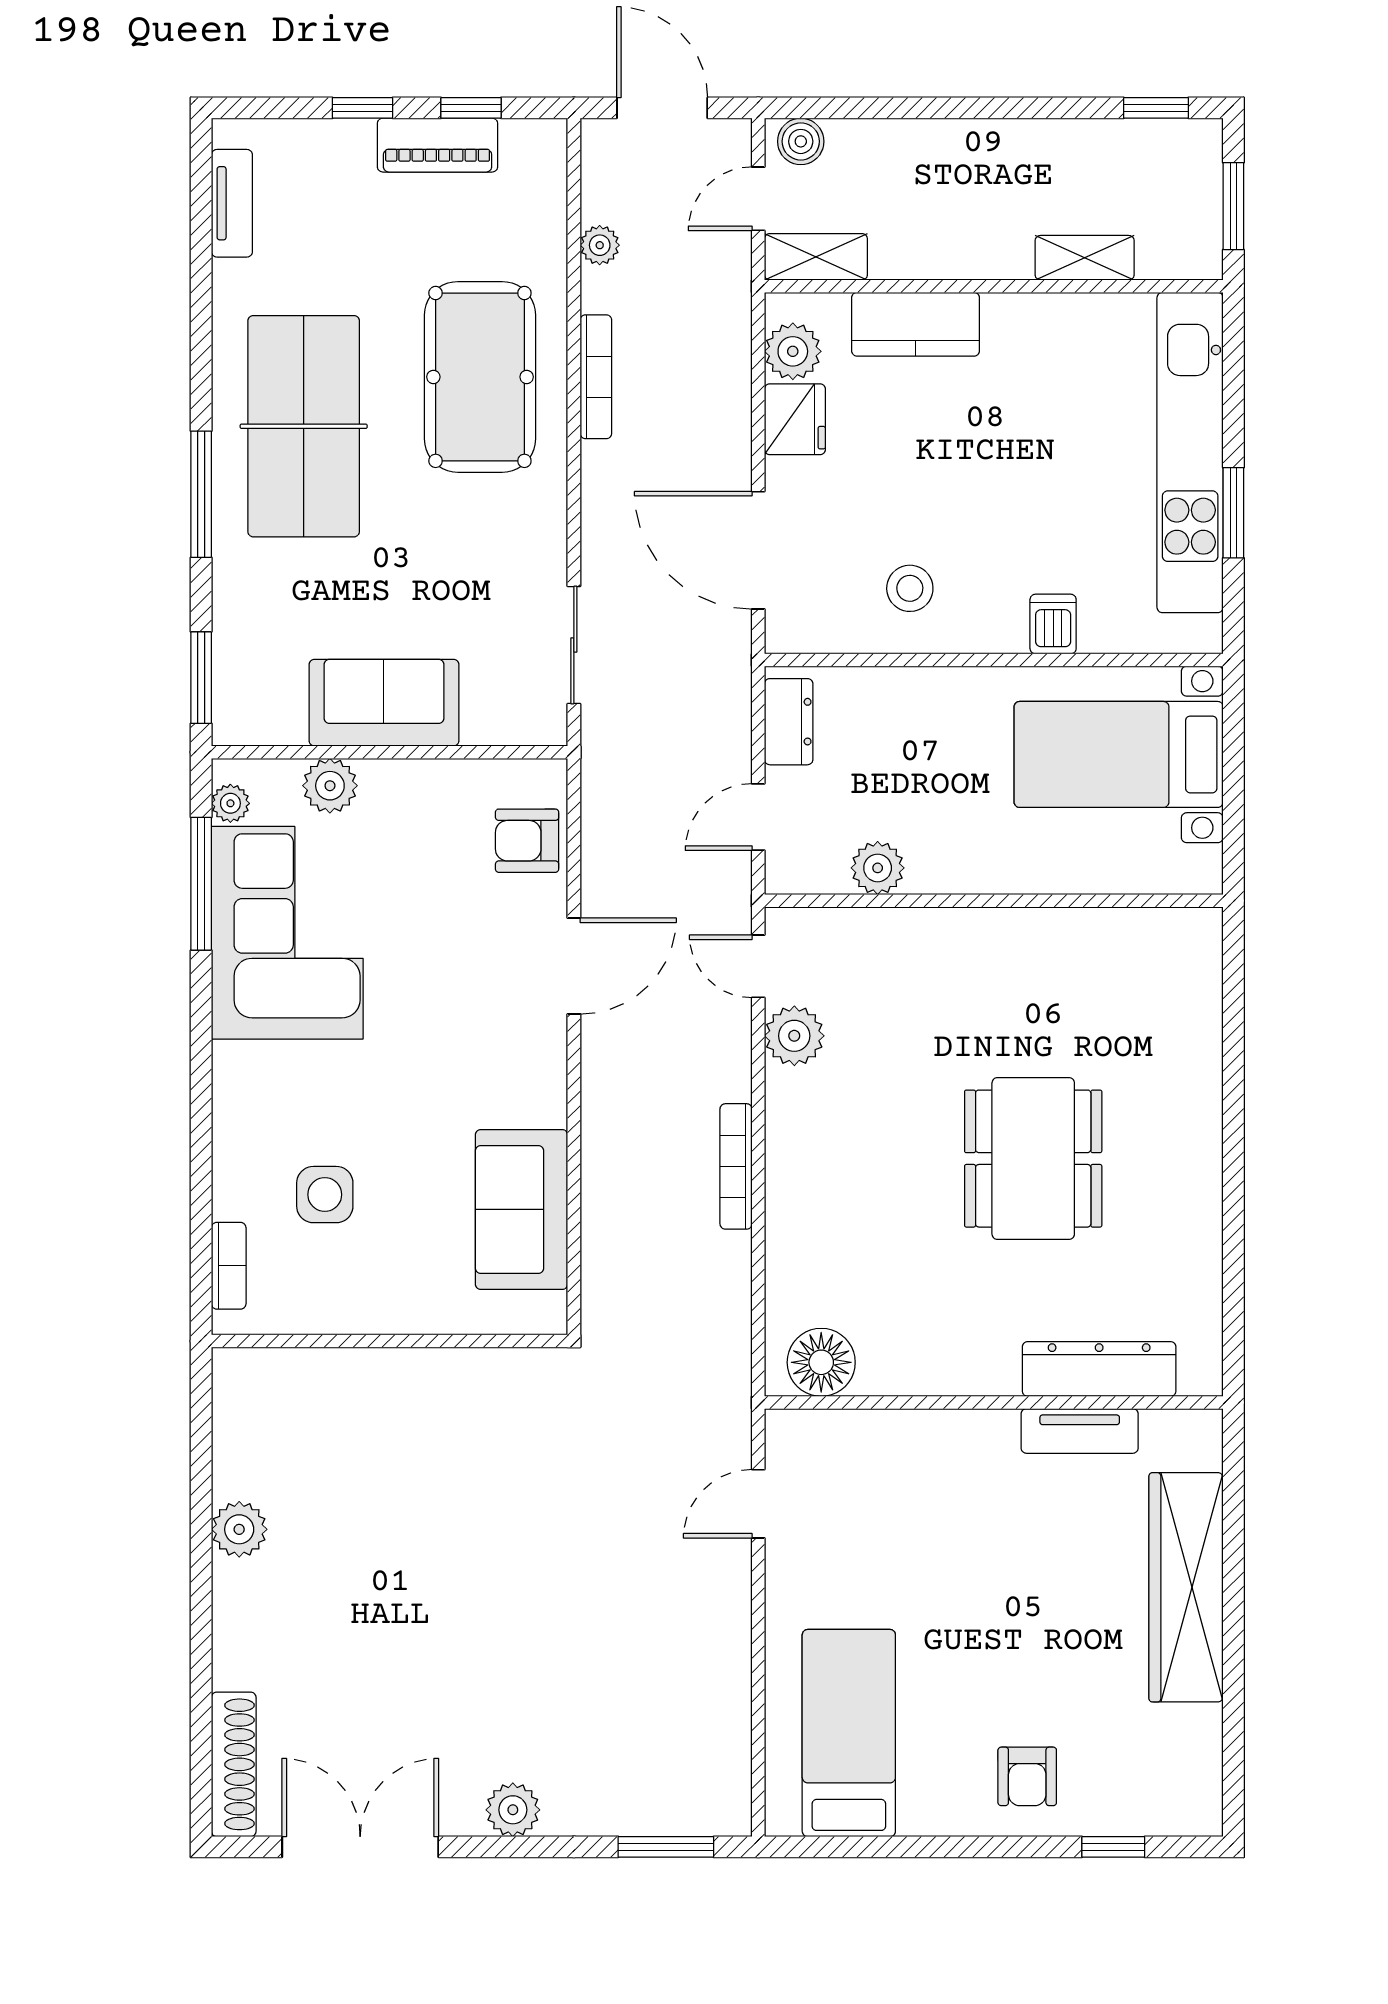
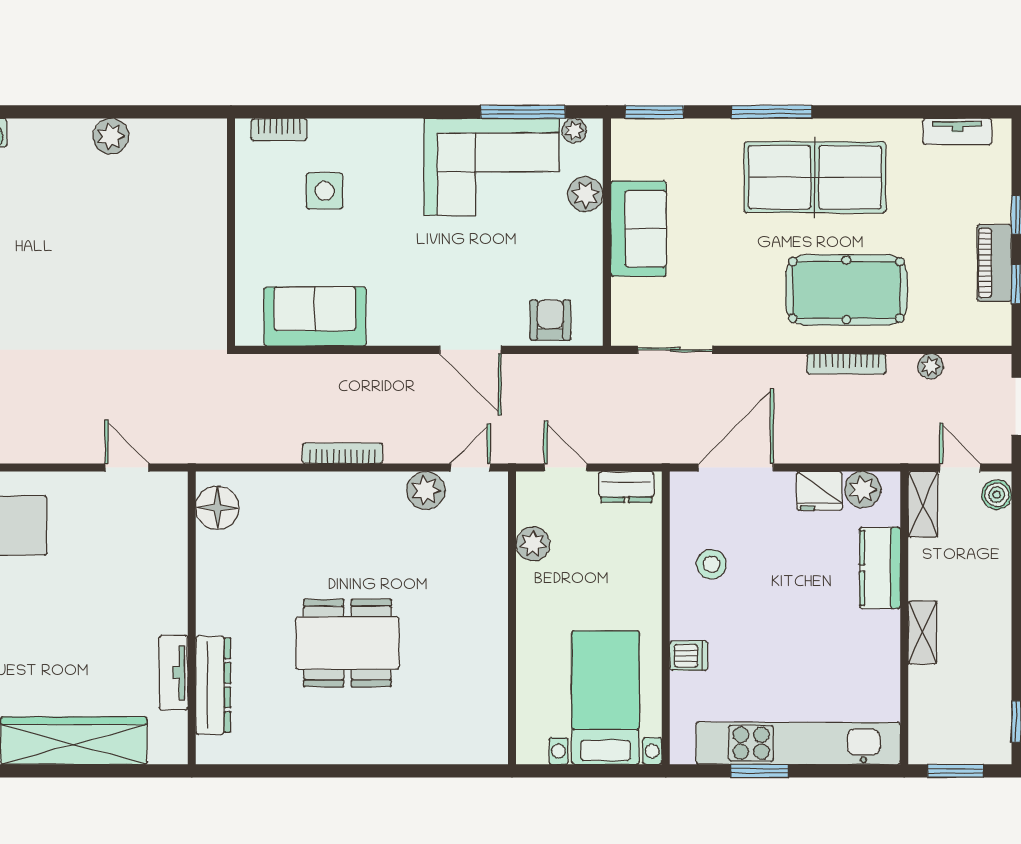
shelving: (1085, 258) -> (922, 632), moved

